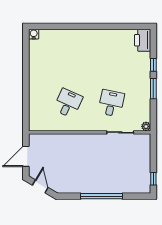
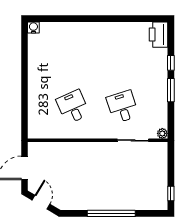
desk: (68, 103) -> (73, 107), turned -48
desk: (111, 103) -> (122, 107), turned -30

